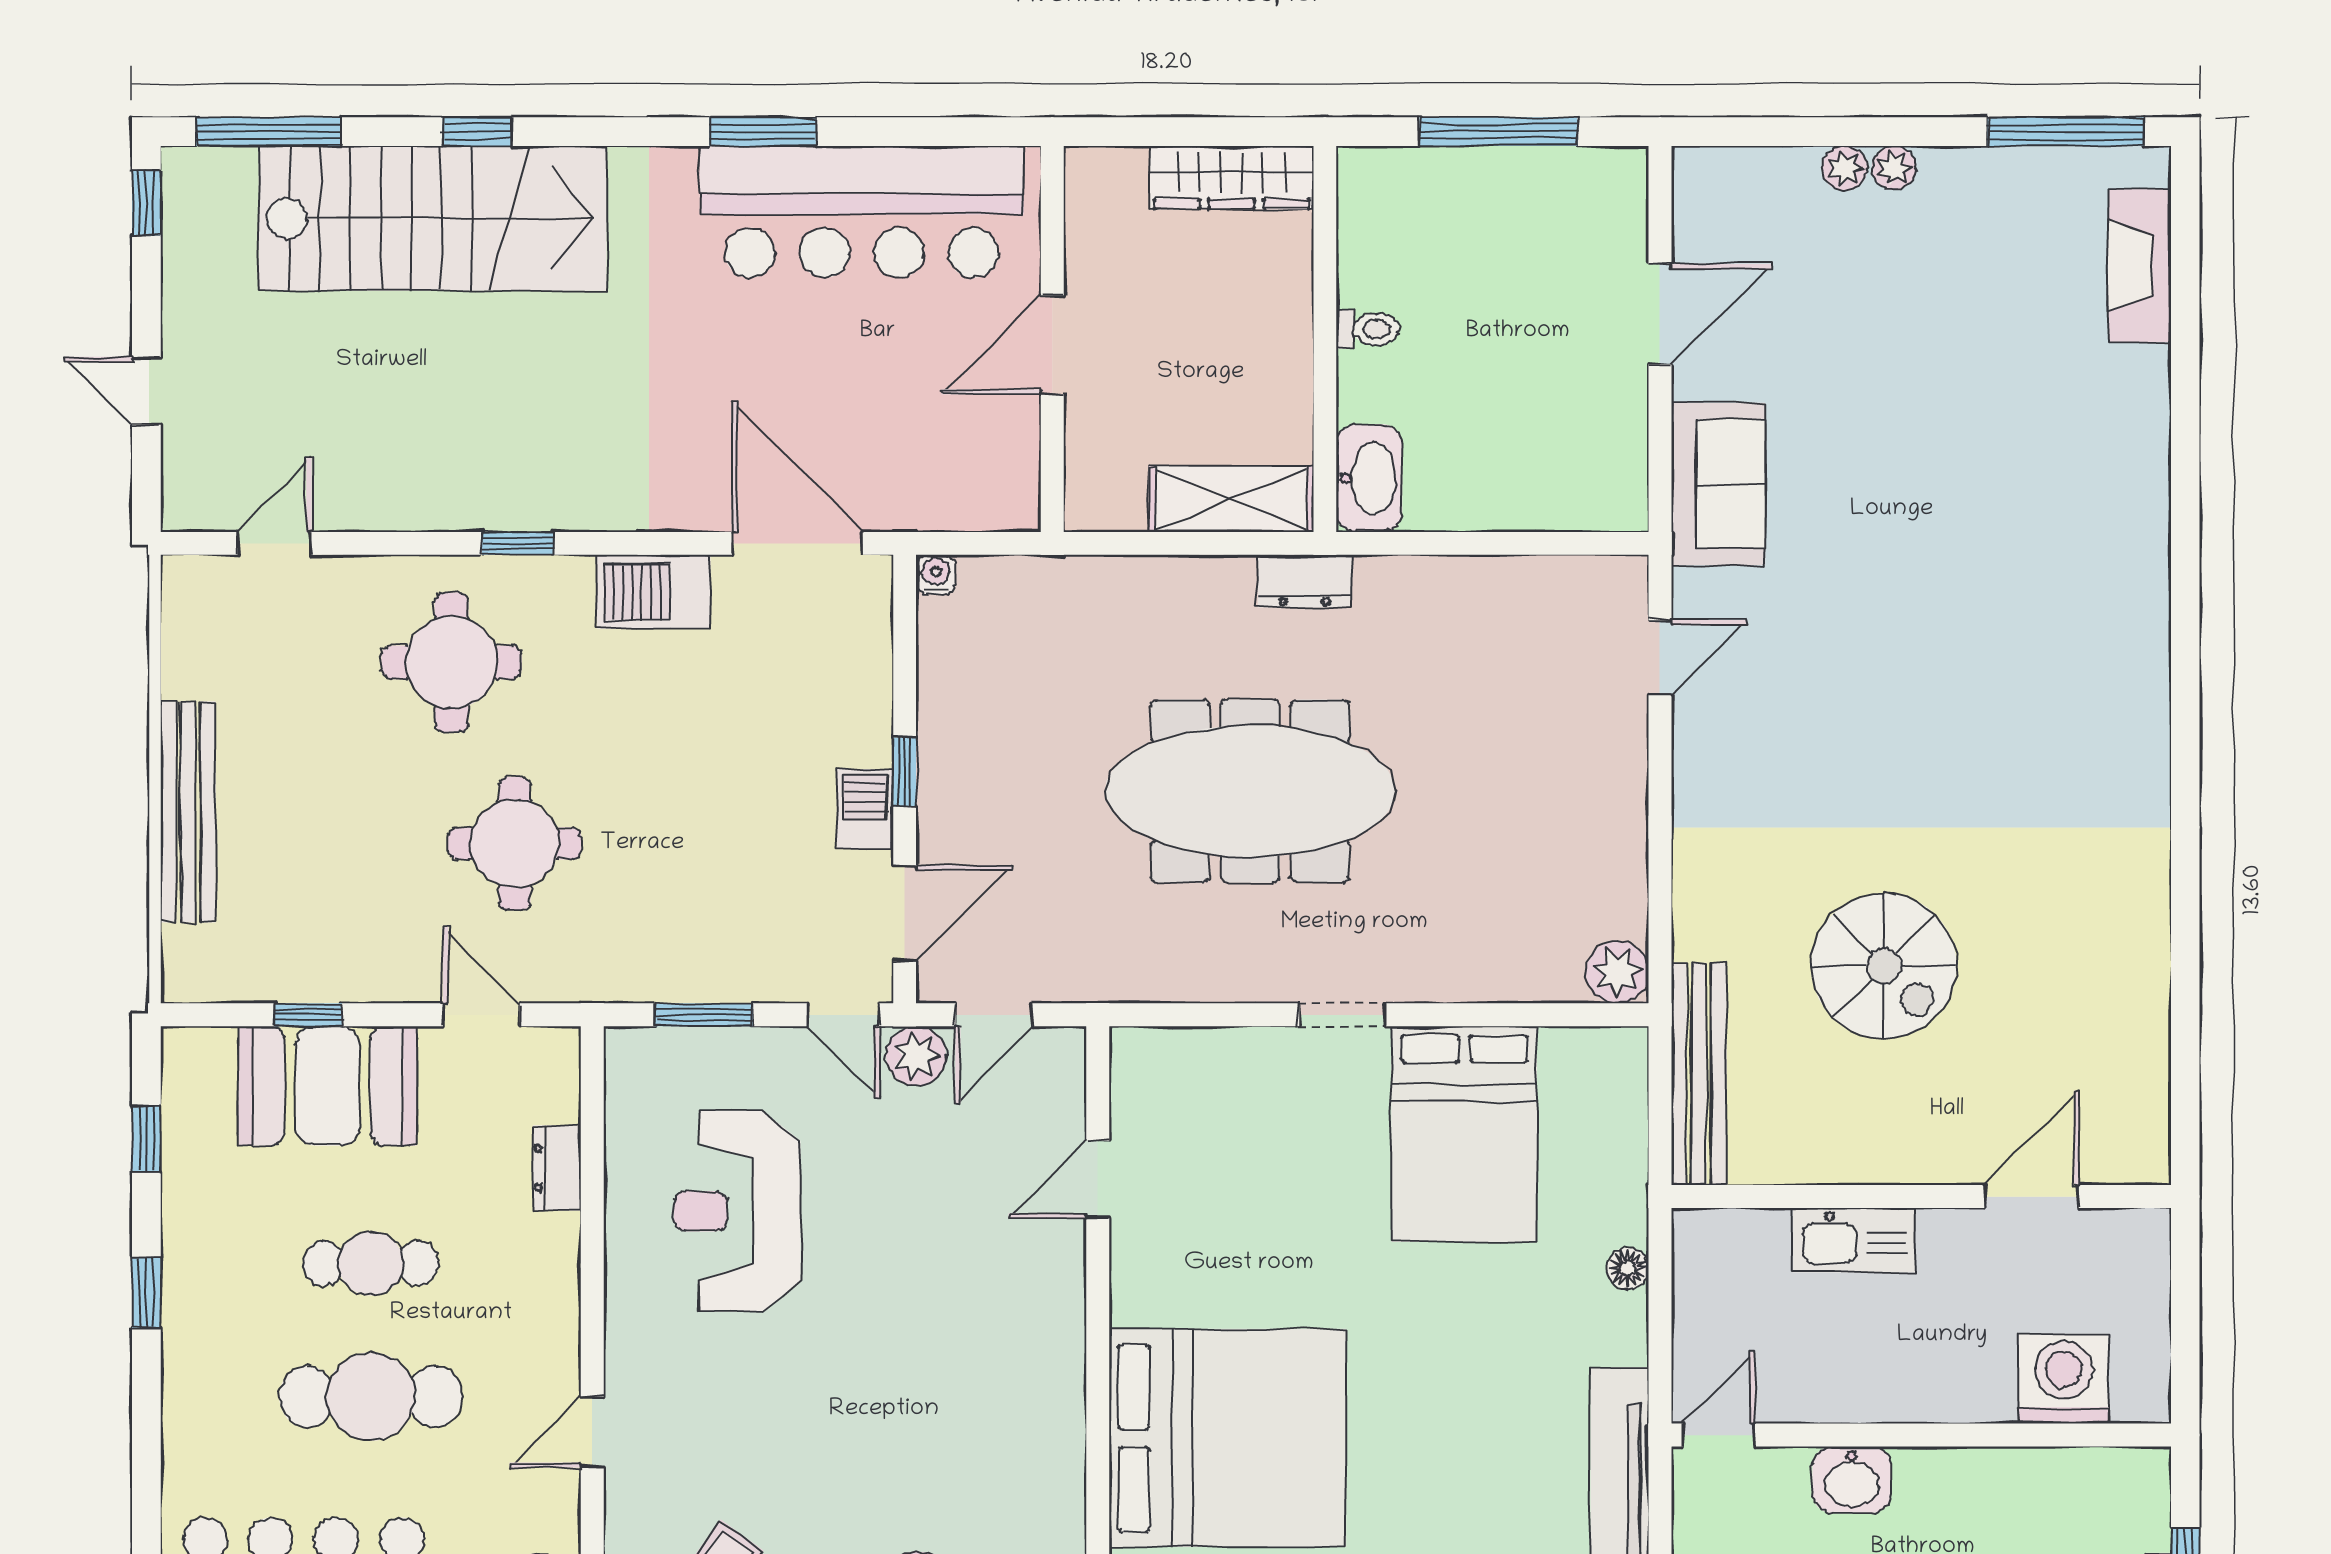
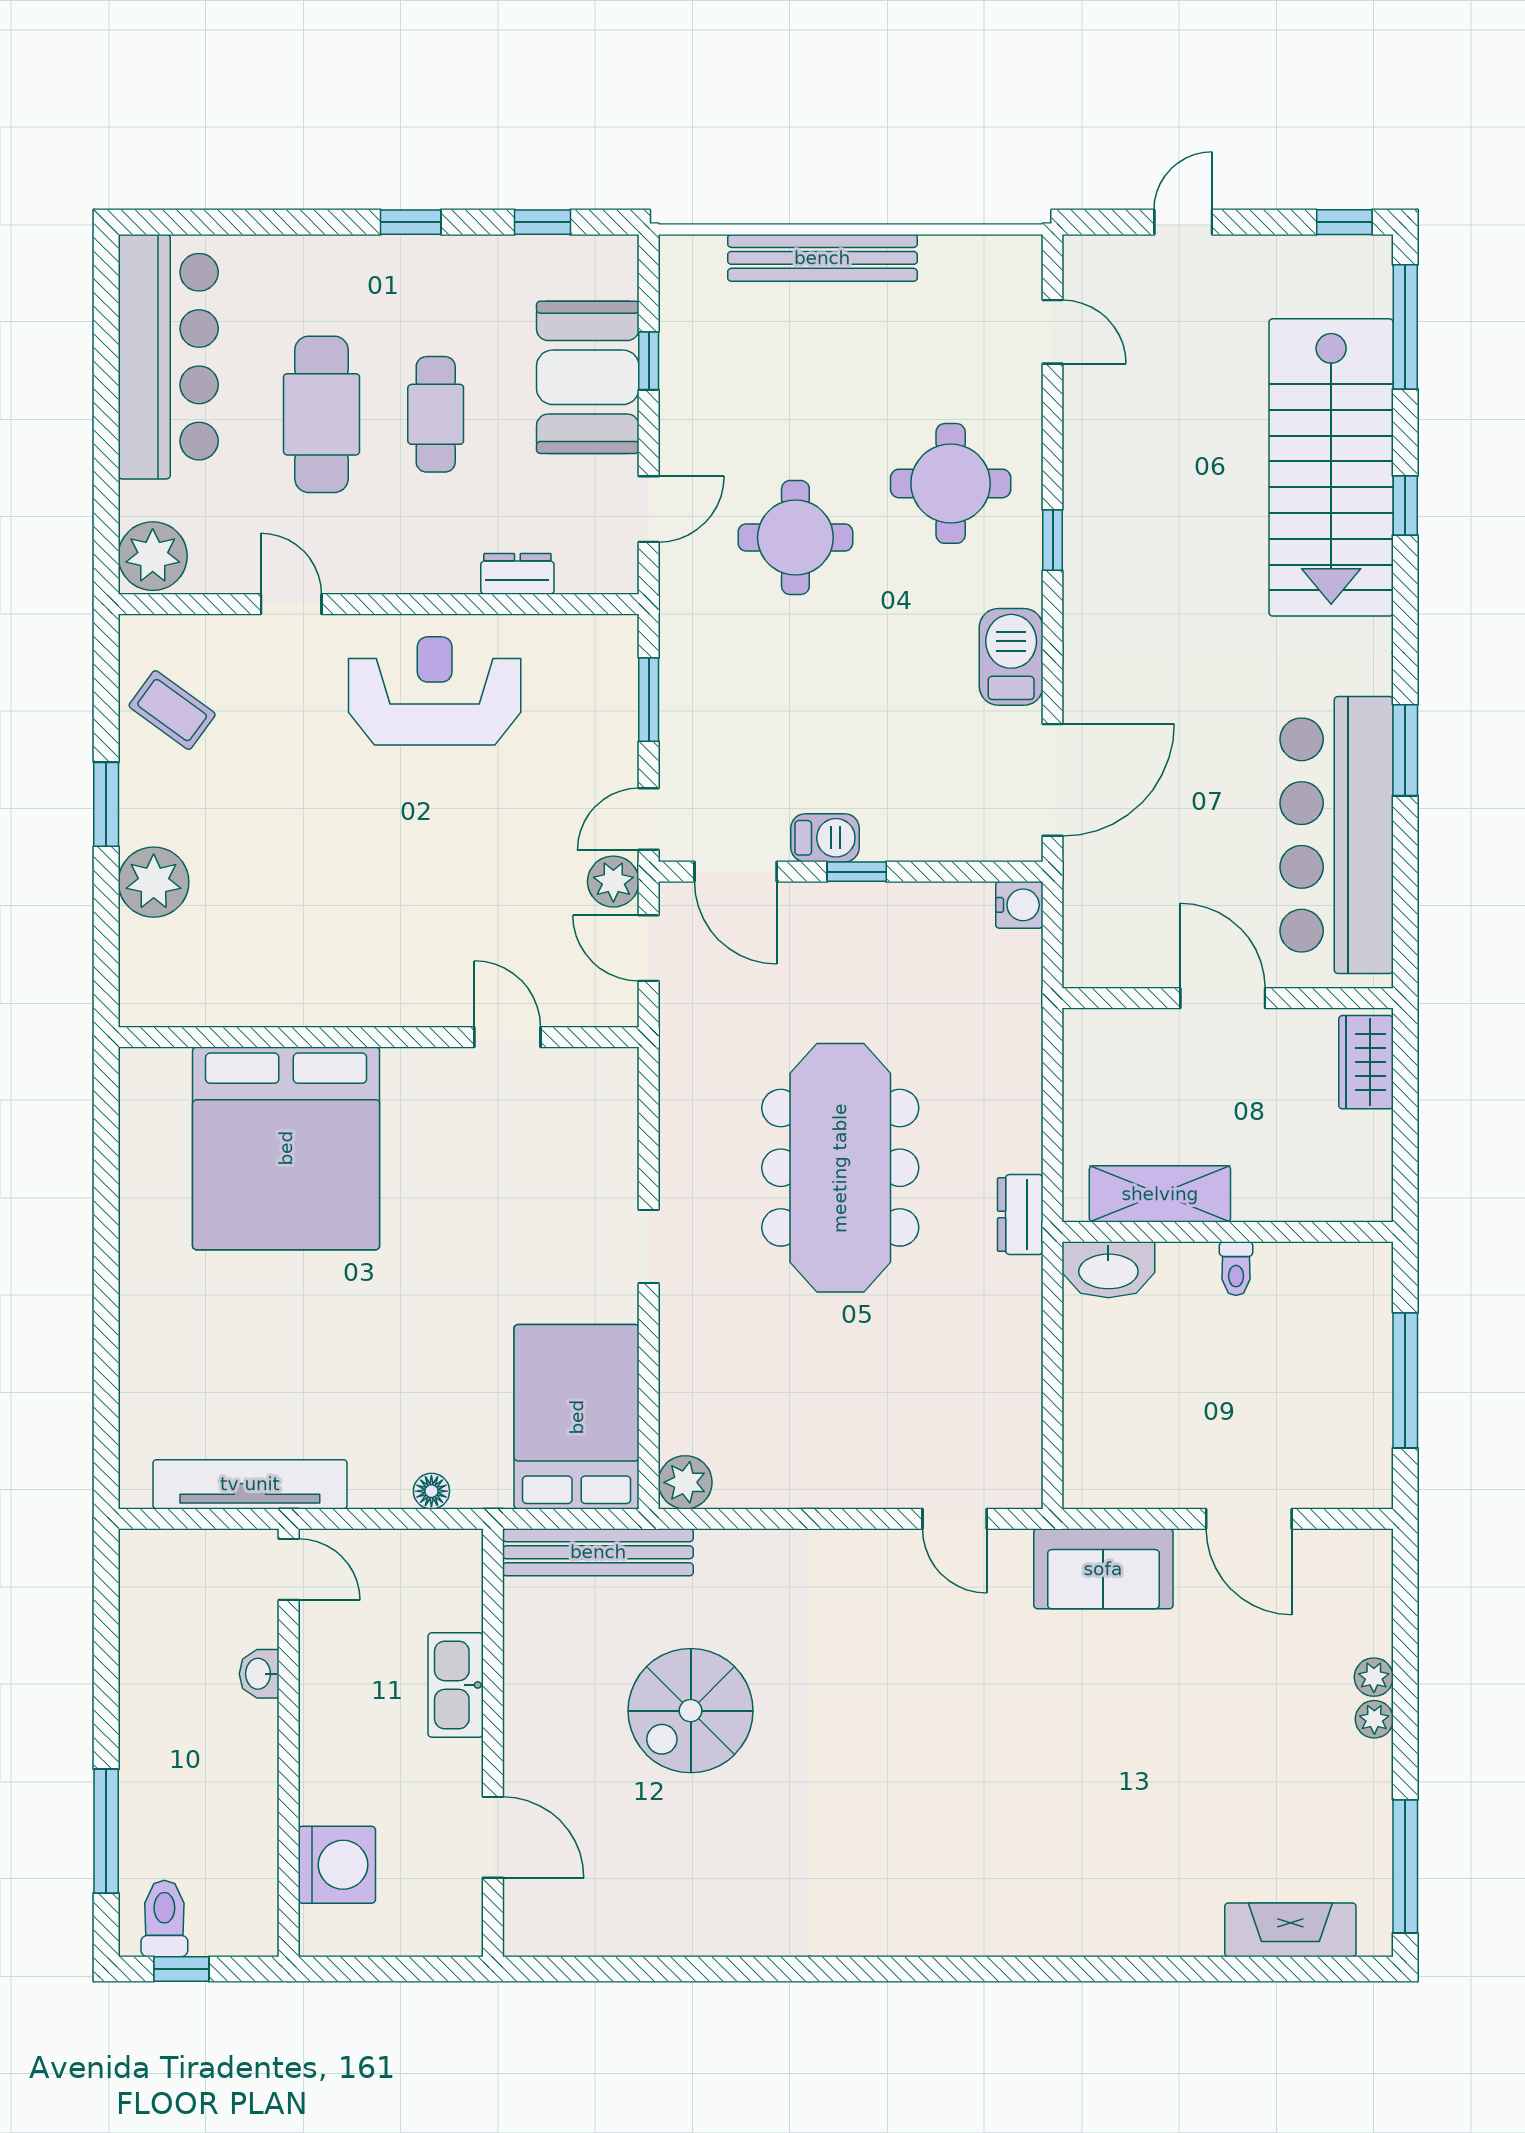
wardrobe: (1232, 178) -> (1366, 1062), moved, width x0.67
shelving: (1231, 499) -> (1160, 1194), moved, turned 90
water cooler: (936, 575) -> (1019, 905), width x1.38, depth x1.38
bed: (1464, 1134) -> (577, 1417), moved, turned 90
reception desk: (737, 1211) -> (435, 691), moved
washbasin: (1852, 1480) -> (259, 1674), width x0.72, depth x0.69

